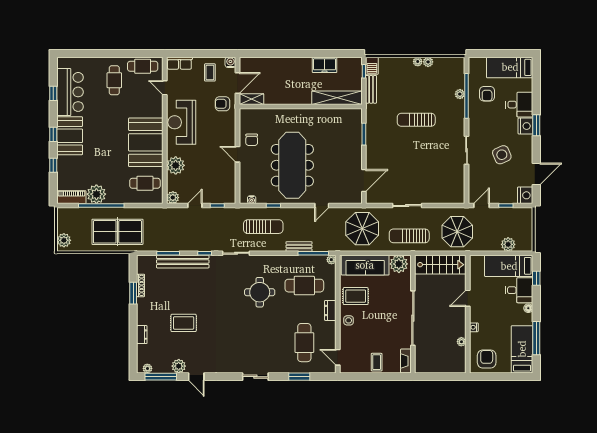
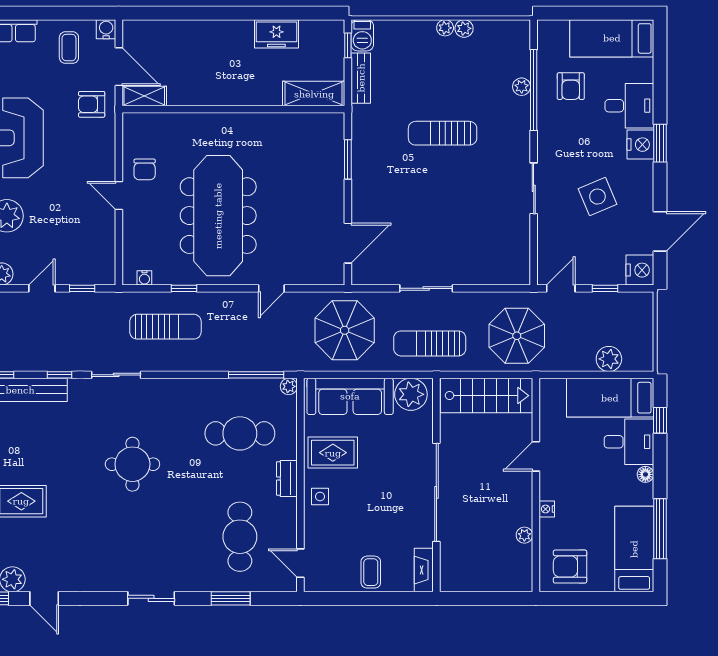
door: (238, 83) -> (119, 67), hinge flipped
shelving: (337, 98) -> (314, 94), width x0.68
bench: (299, 246) -> (230, 363), removed
round table: (260, 292) -> (132, 464), moved
armchair: (487, 359) -> (570, 567), turned -90

